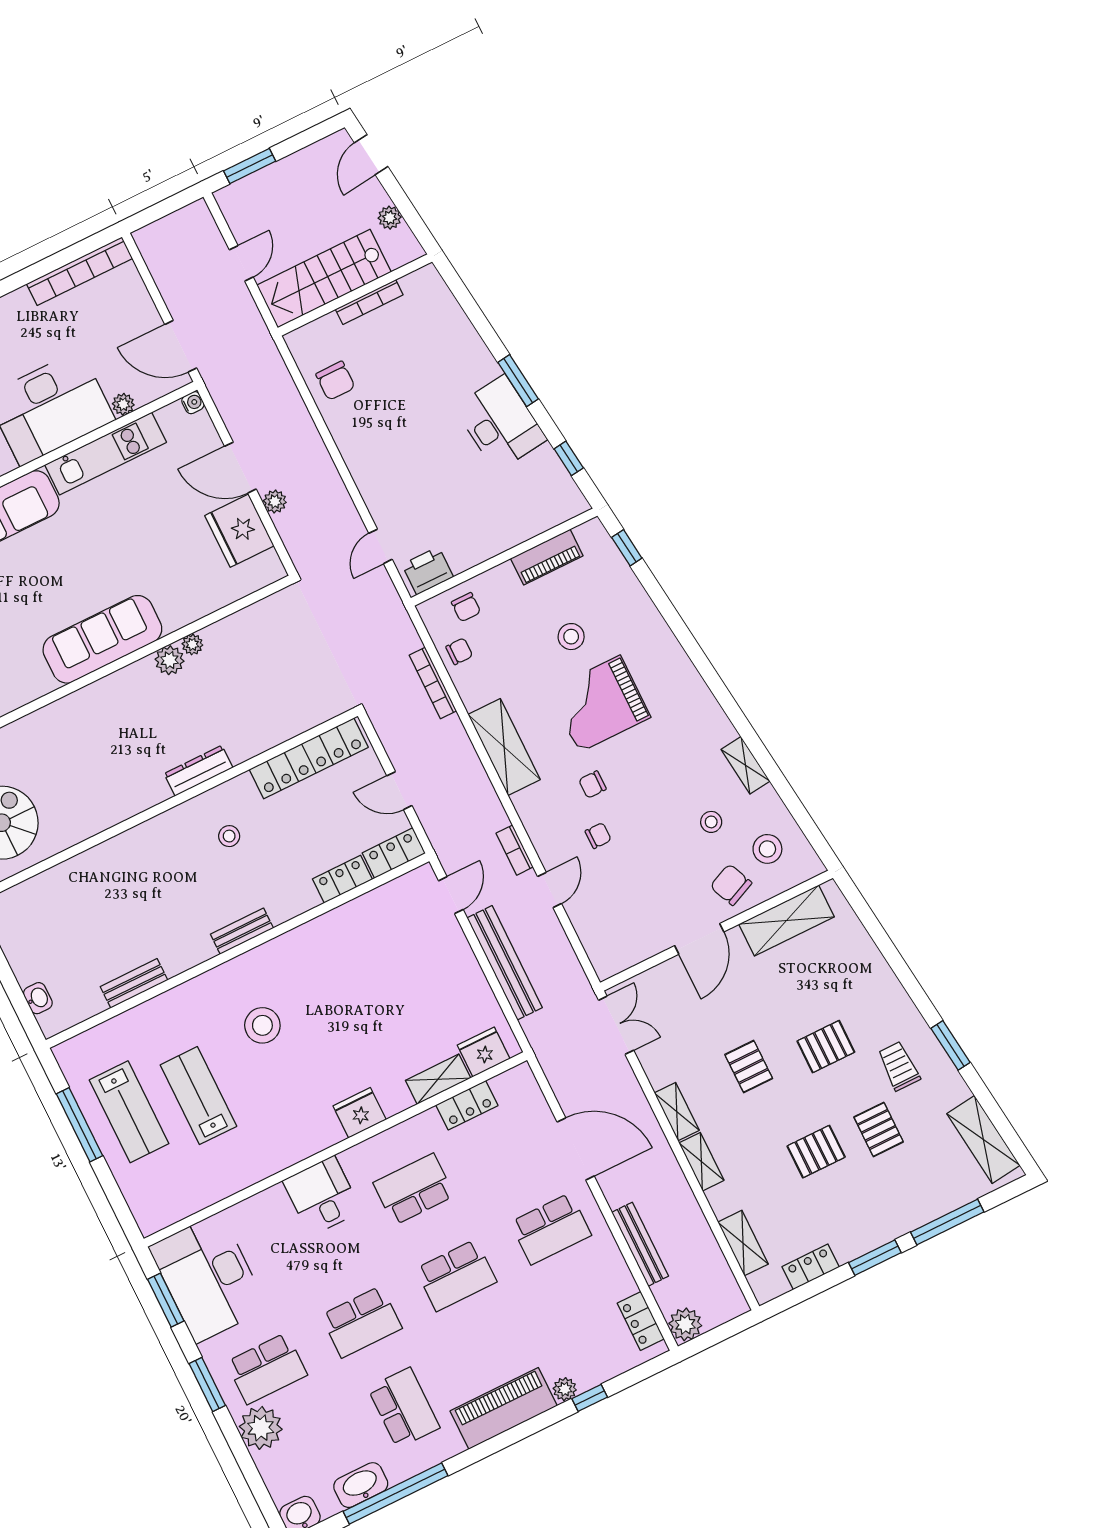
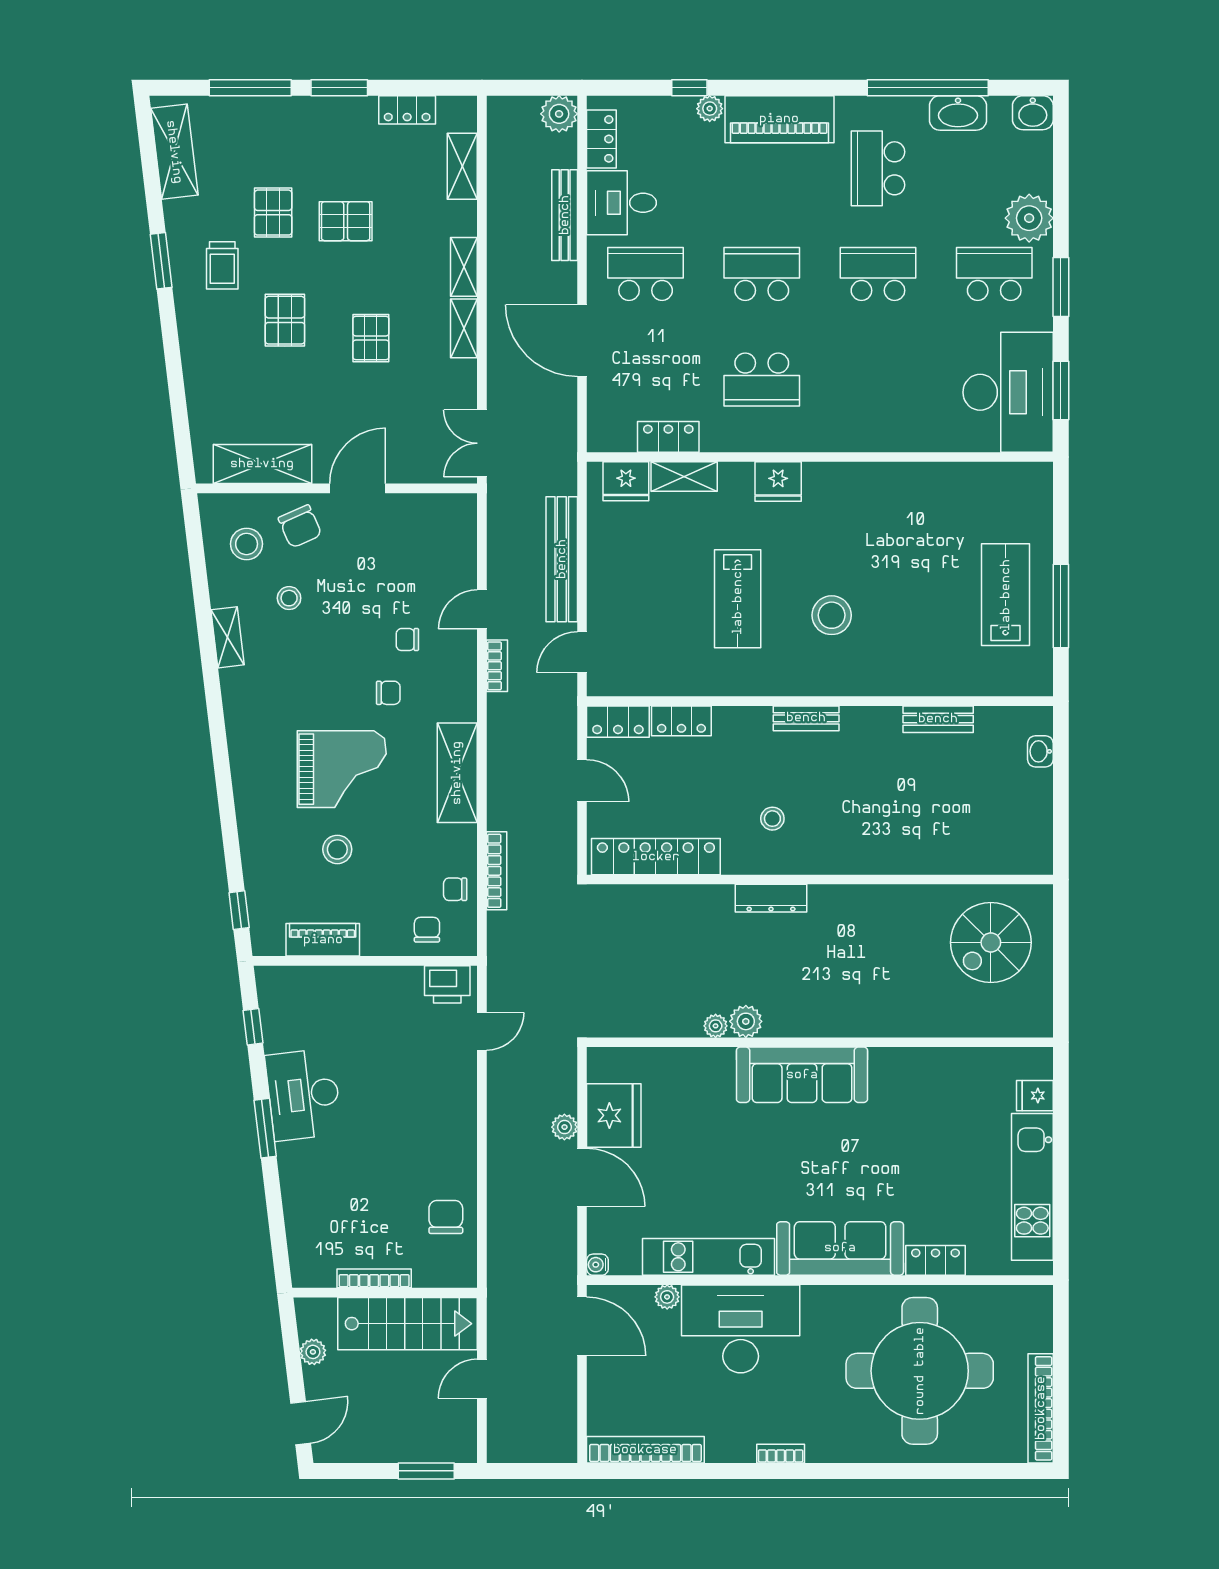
pallet: (826, 1047) -> (285, 320), turned 90
lab bench: (198, 1096) -> (738, 599), moved
desk: (322, 1196) -> (621, 203), moved, turned 90

